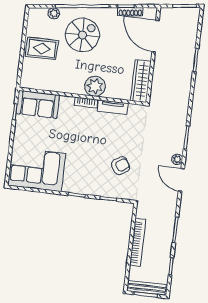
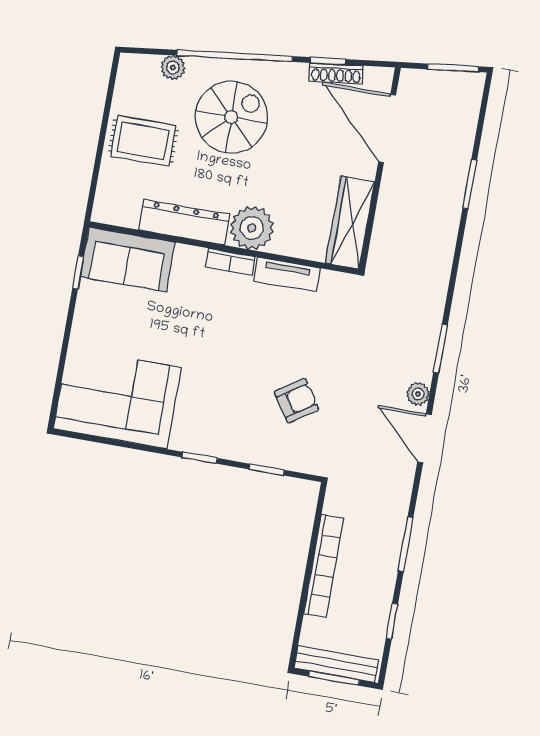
dresser: (63, 85) -> (184, 222), added

